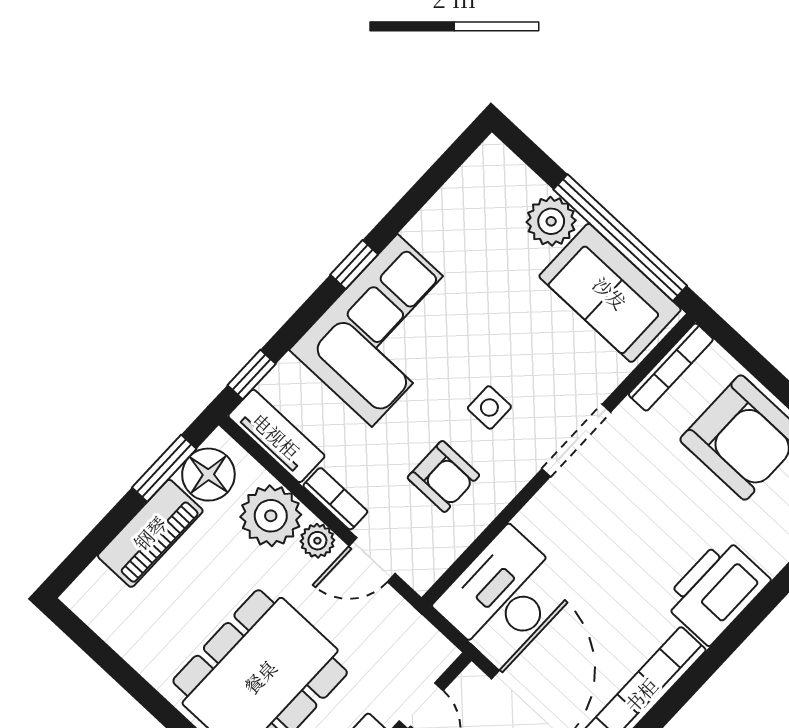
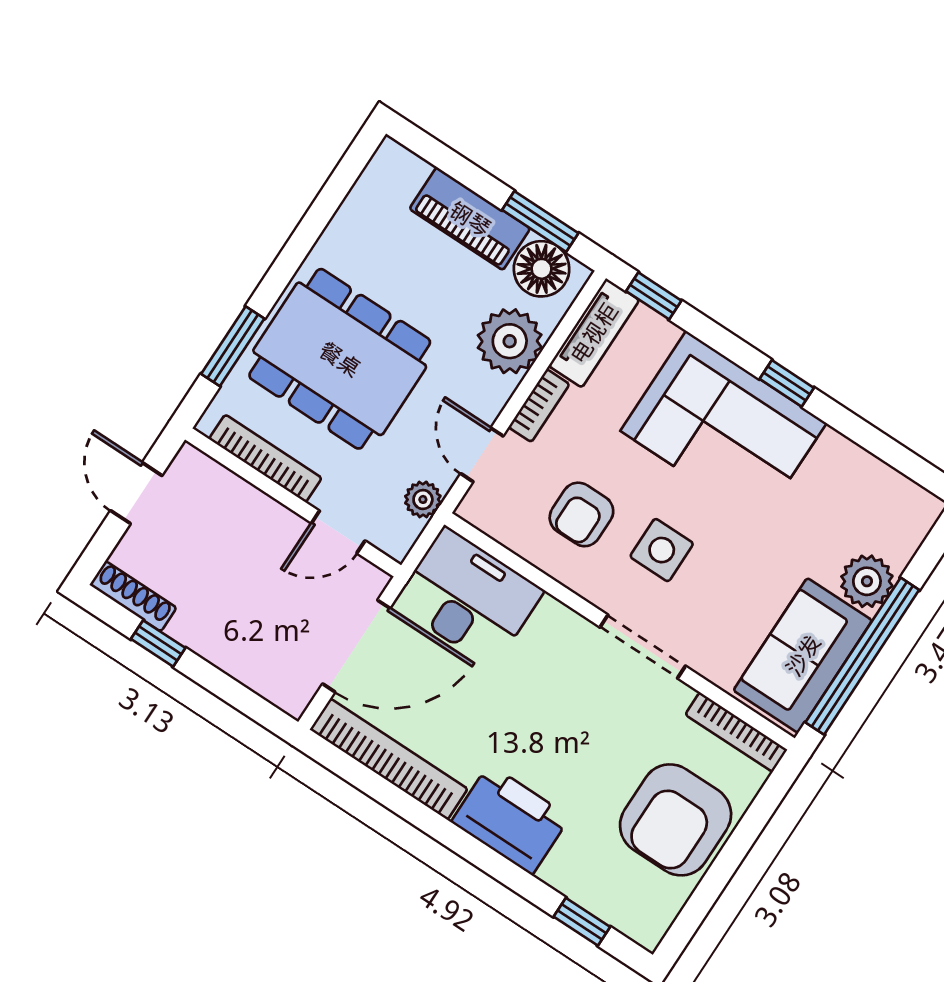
side table: (489, 407) -> (662, 550), width x1.37, depth x1.37
plant: (317, 541) -> (423, 499), moved

